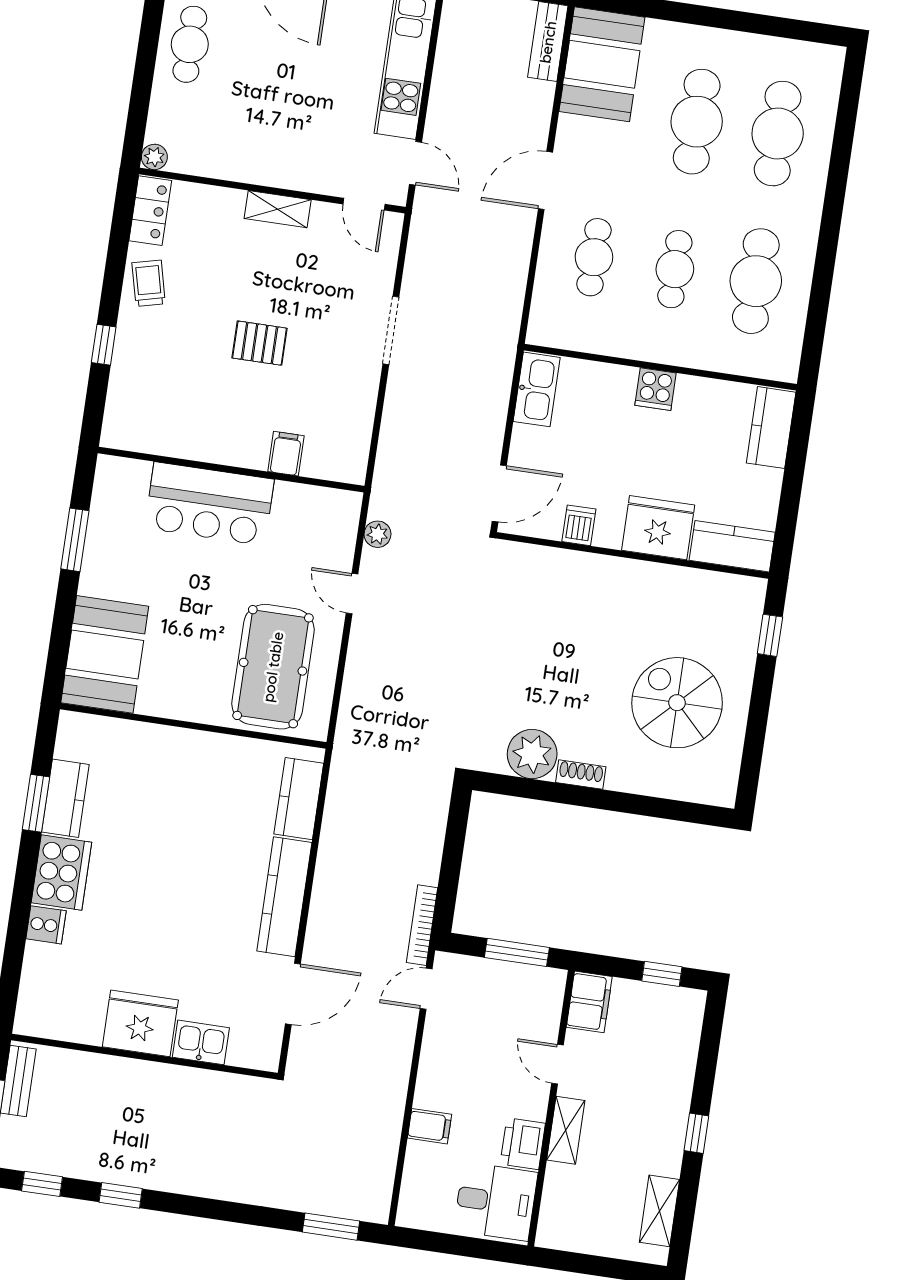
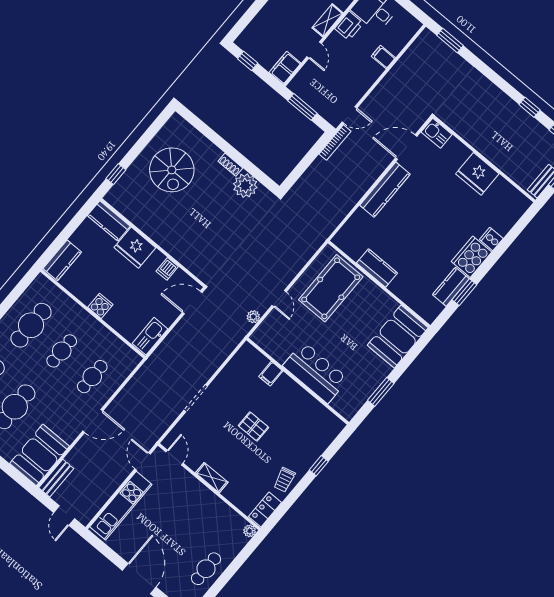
kitchen counter: (299, 799) -> (377, 268), moved, turned -90
kitchen sink: (201, 1042) -> (437, 133), moved

